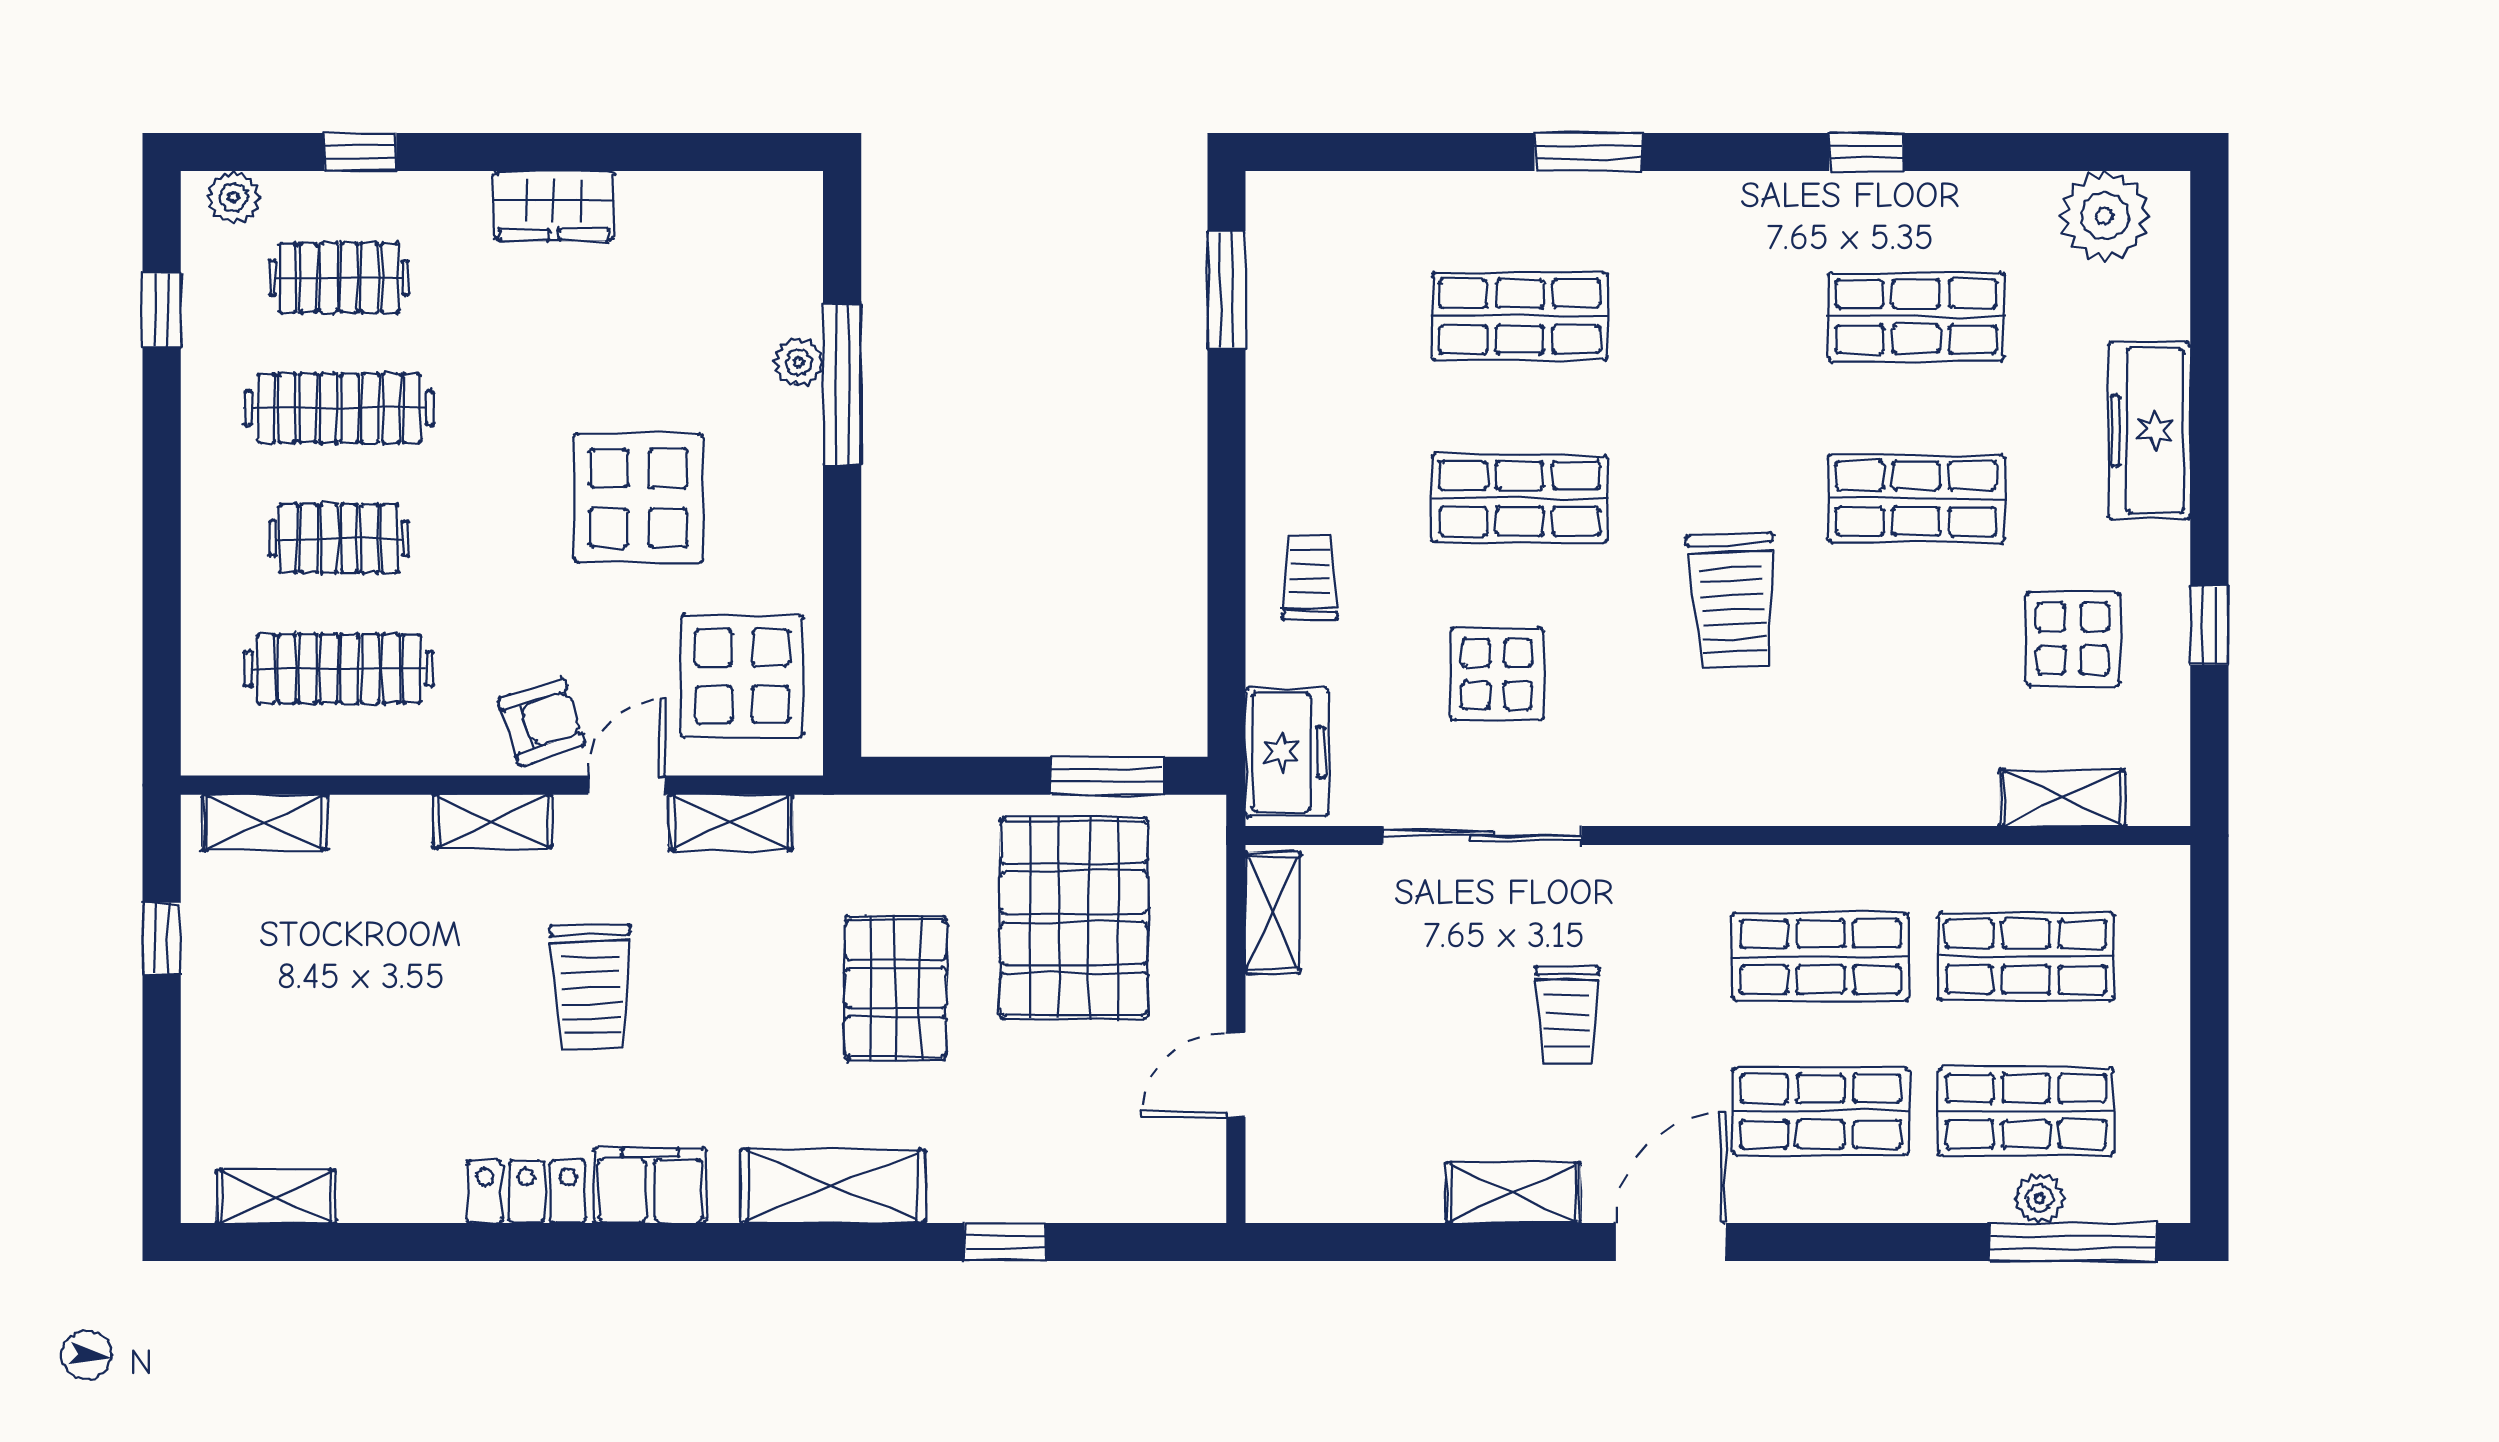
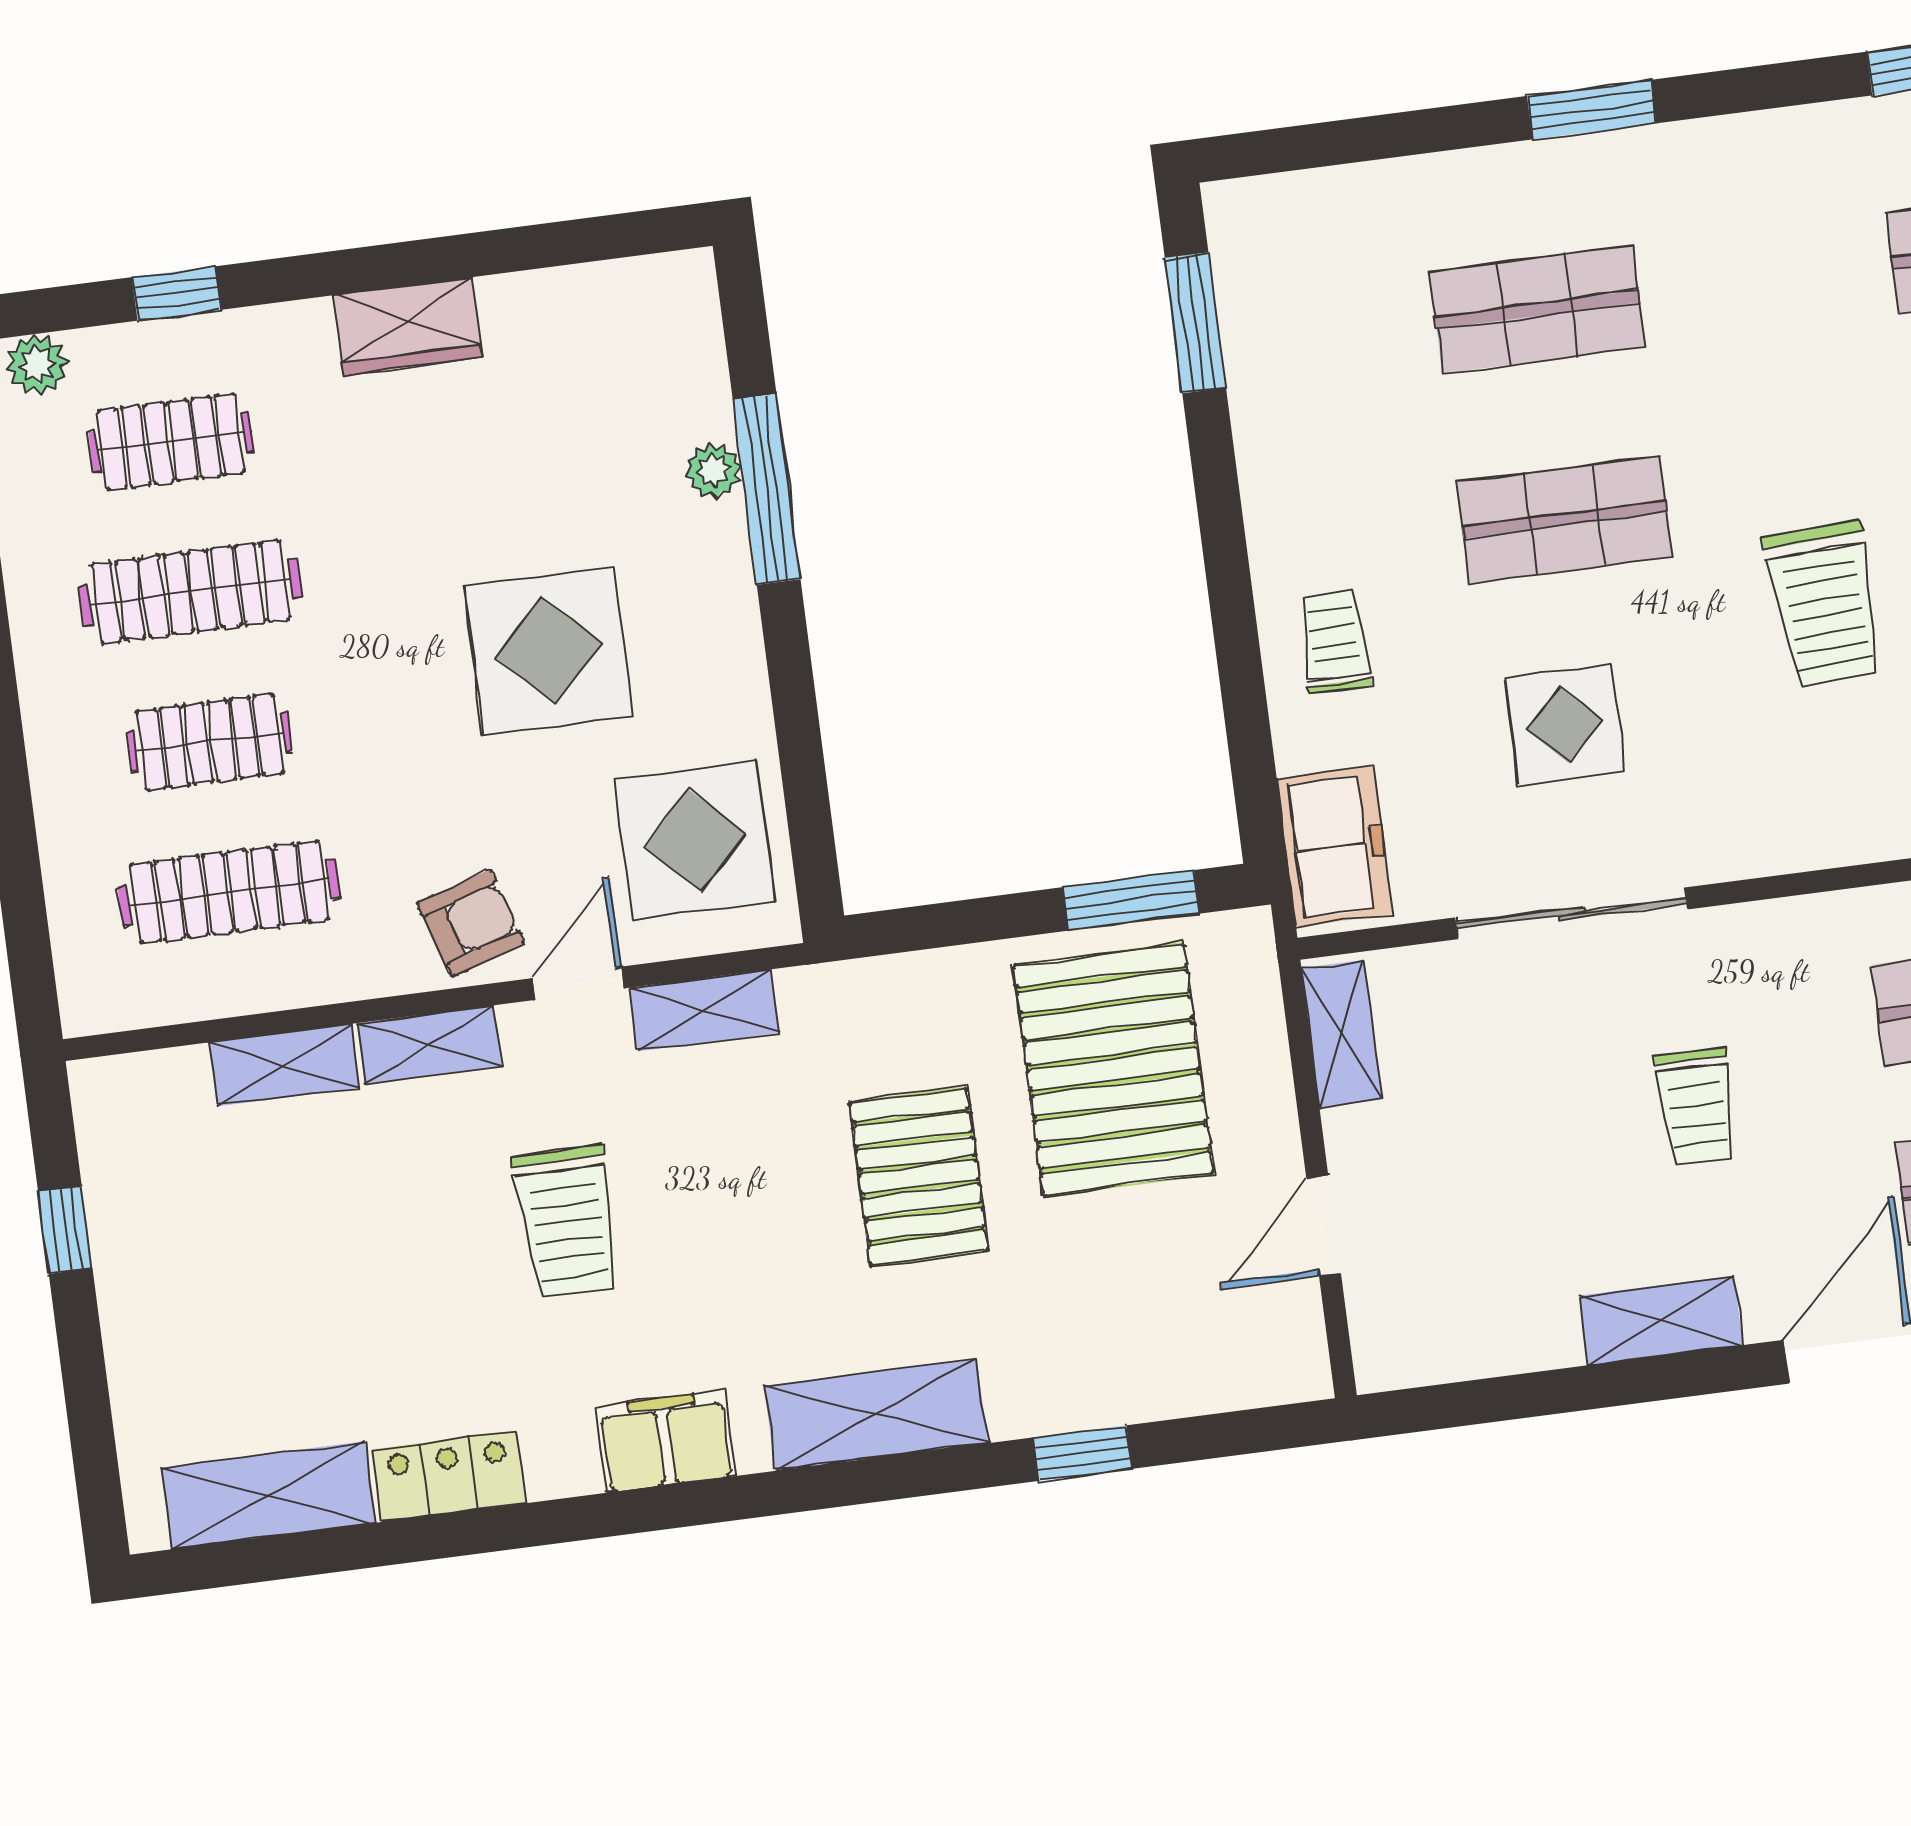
shelving: (265, 822) -> (284, 1065), moved
locker: (526, 1191) -> (449, 1476), moved
shelving: (276, 1196) -> (268, 1495), width x1.50, depth x1.33

